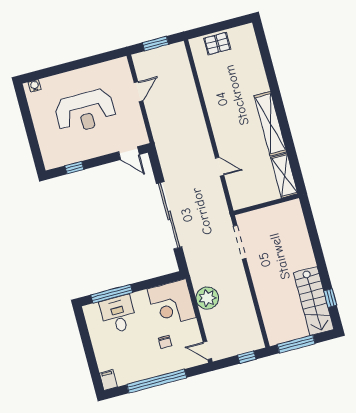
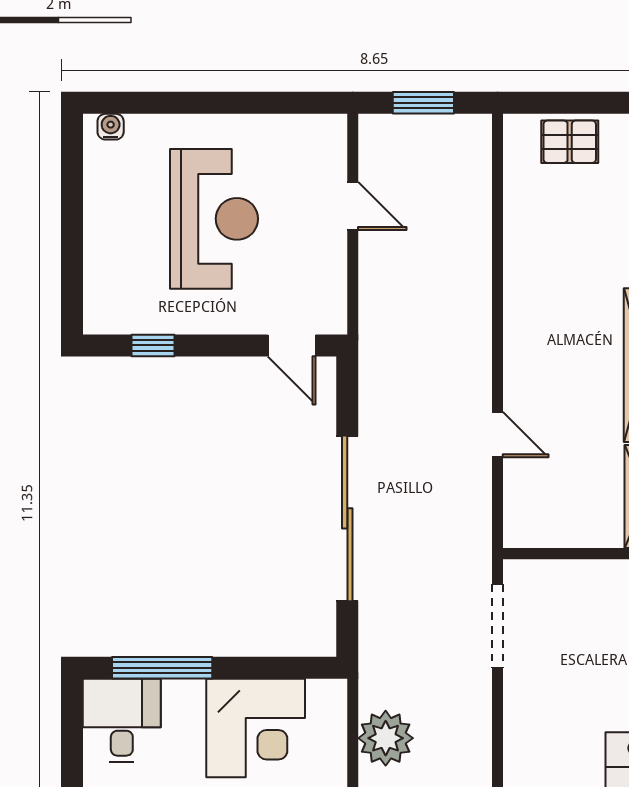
door: (138, 92) -> (353, 206), hinge flipped
reception desk: (85, 111) -> (214, 219), turned -90
corner desk: (172, 303) -> (256, 728), moved, turned -90
desk: (118, 314) -> (122, 721), moved

